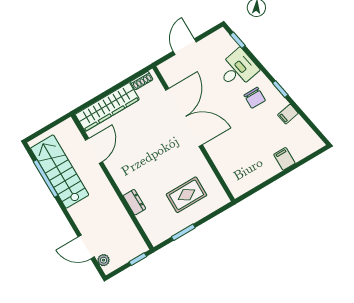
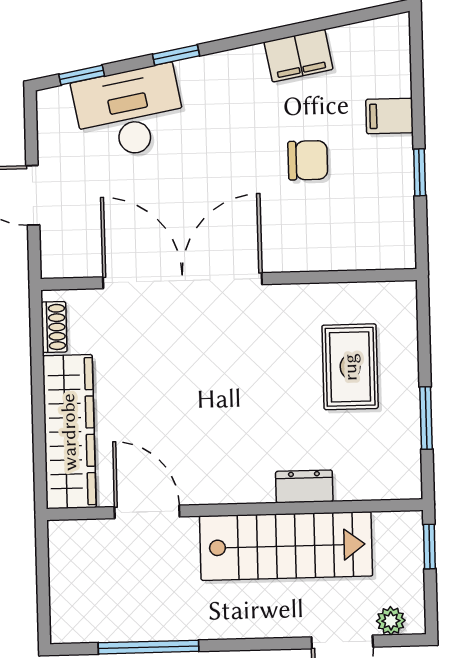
desk: (238, 69) -> (130, 112), width x1.37
window: (280, 89) -> (176, 55), moved
chair: (255, 98) -> (308, 160), moved
filing cabinet: (288, 114) -> (299, 56), width x2.00
stairs: (60, 172) -> (286, 546), moved, turned 180
window: (270, 181) -> (420, 172), added

